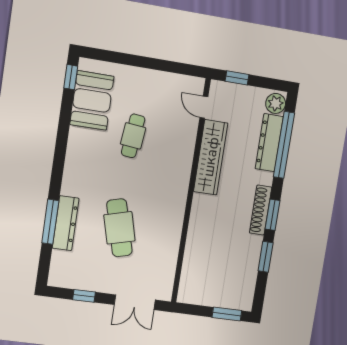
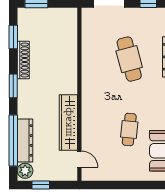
window: (237, 78) -> (41, 185), moved
shoe rack: (261, 210) -> (23, 60), moved
window: (266, 257) -> (13, 37), moved

